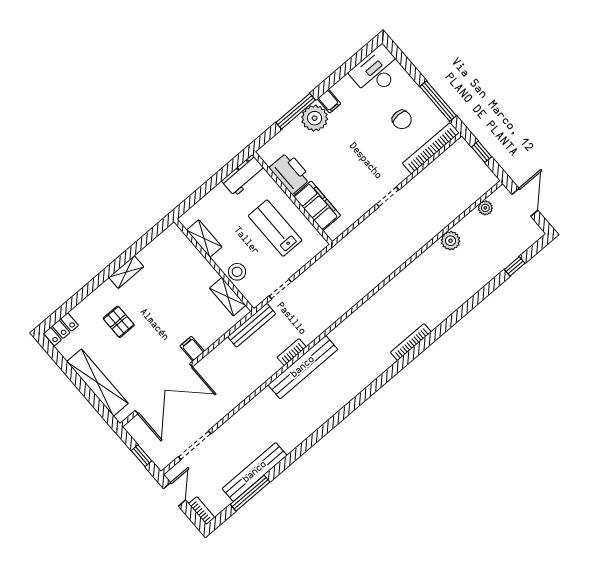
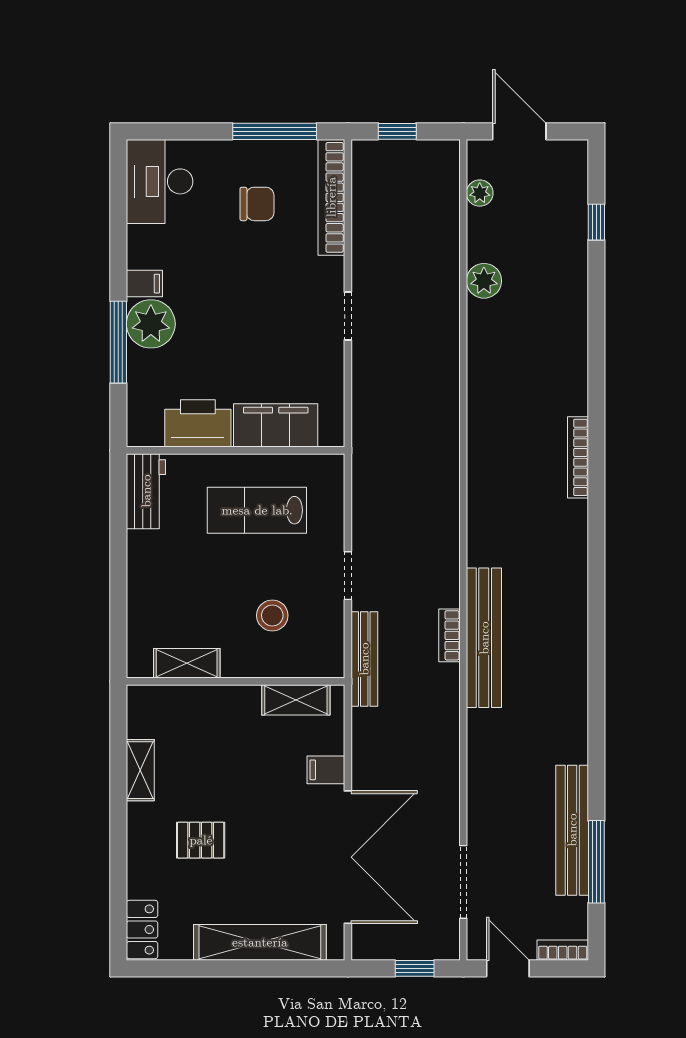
shelving: (204, 239) -> (187, 663), moved
wall: (214, 265) -> (236, 681), moved
shelving: (228, 297) -> (296, 700), moved

